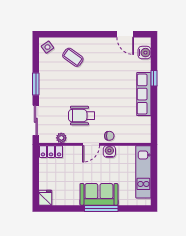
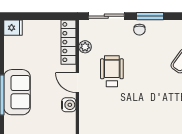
chair: (109, 136) -> (139, 30), moved
locker: (51, 152) -> (68, 42), width x1.53

